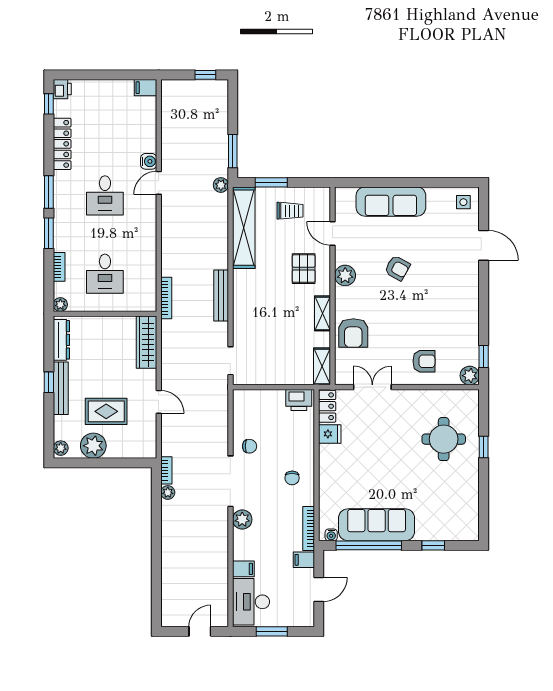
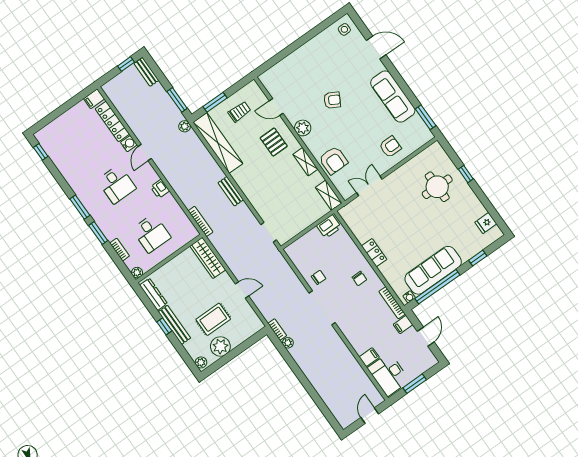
printer: (62, 89) -> (160, 189), moved, turned 180
bench: (221, 98) -> (146, 72), added
locker: (62, 144) -> (112, 121), moved, turned 180
sofa: (391, 202) -> (393, 97), moved, turned 90
bench: (221, 296) -> (231, 191), width x0.73
window: (484, 356) -> (426, 117), width x1.50
plant: (470, 376) -> (425, 135), removed
locker: (327, 406) -> (374, 253), moved
fridge: (330, 434) -> (486, 223), moved, turned 180
plant: (242, 519) -> (347, 327), removed

